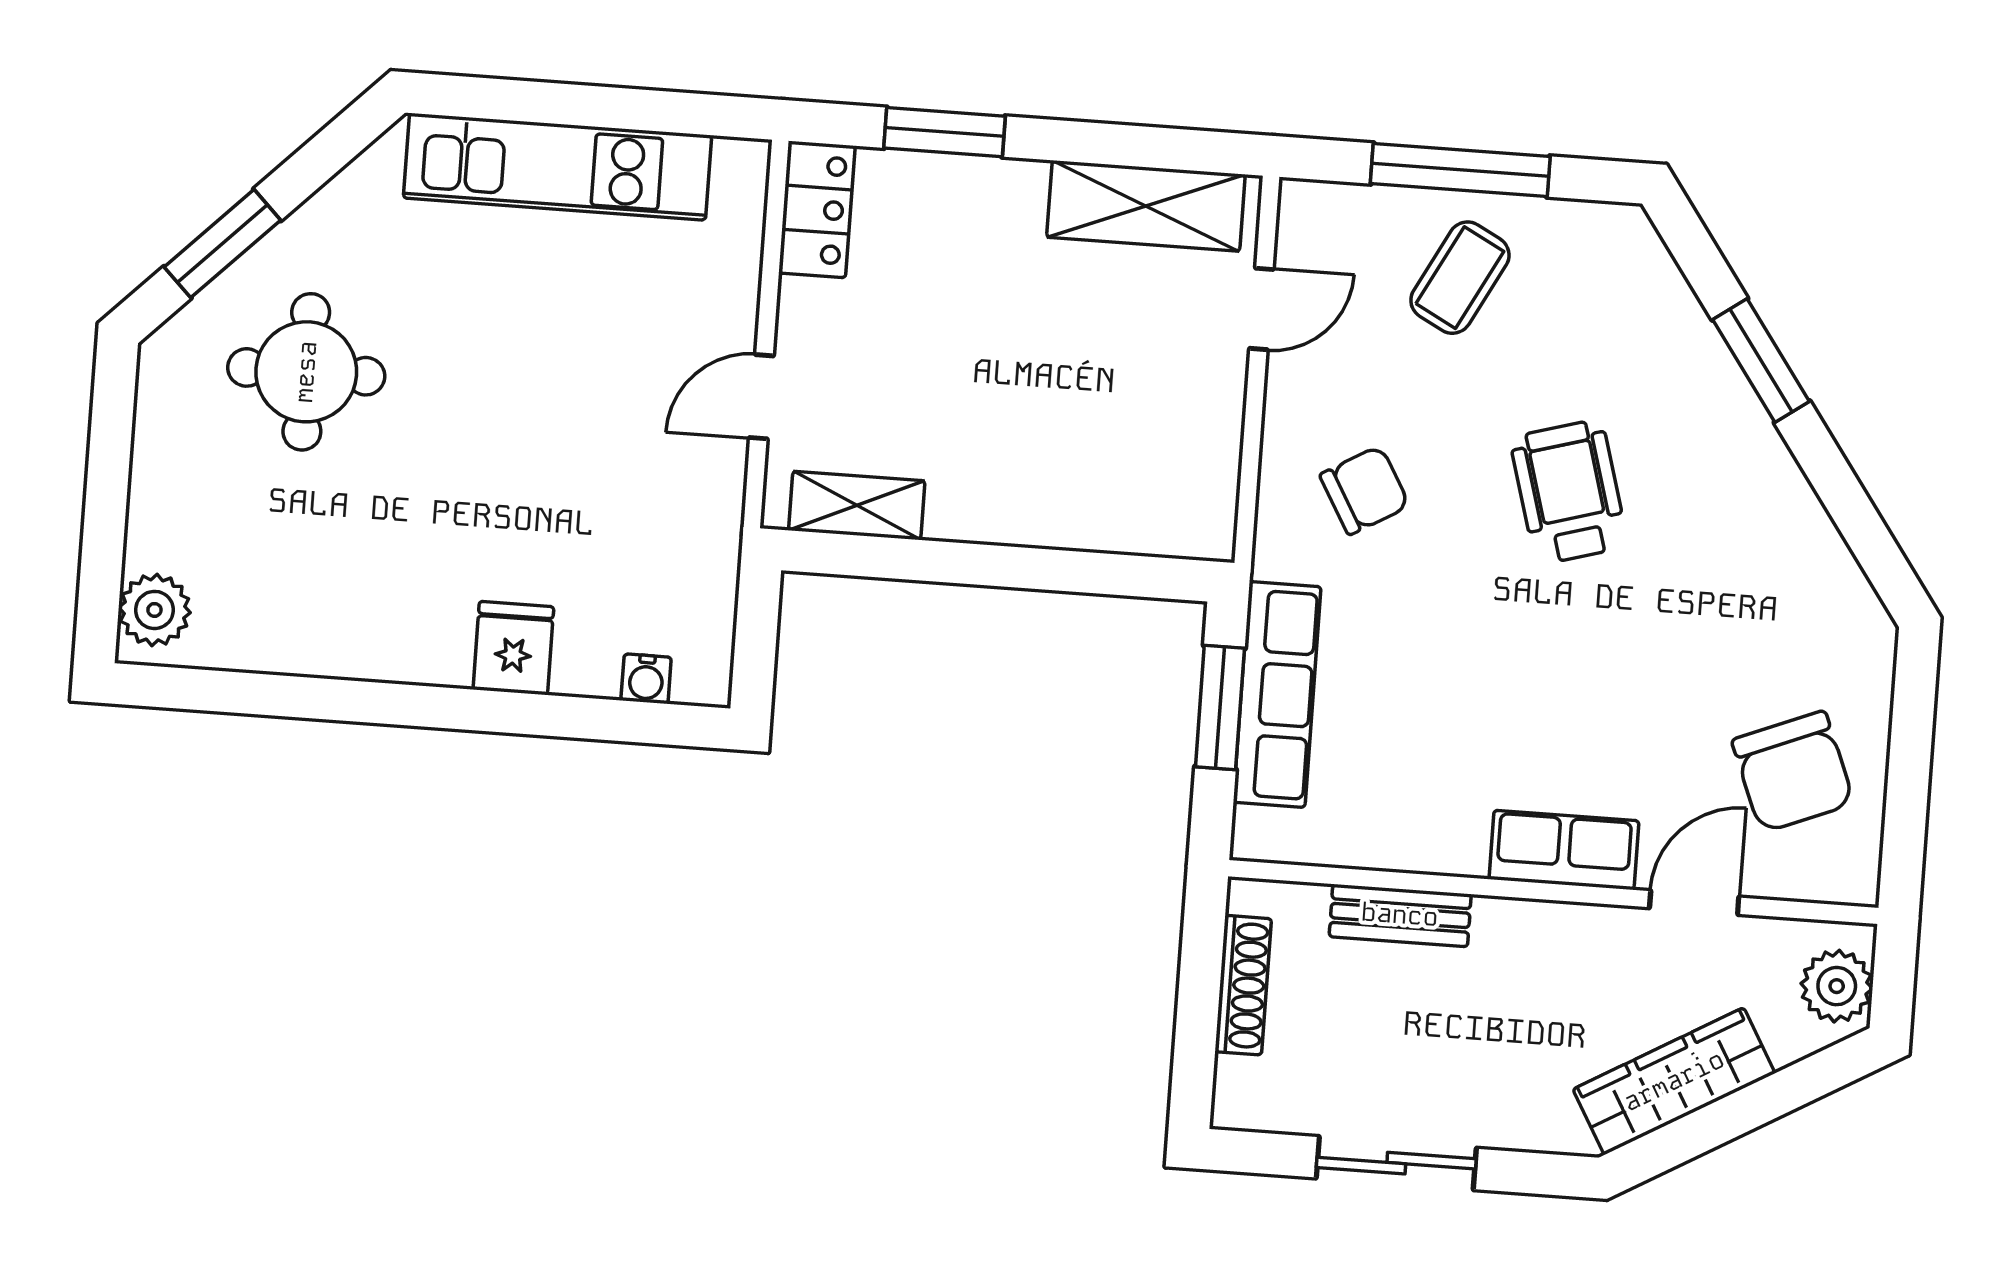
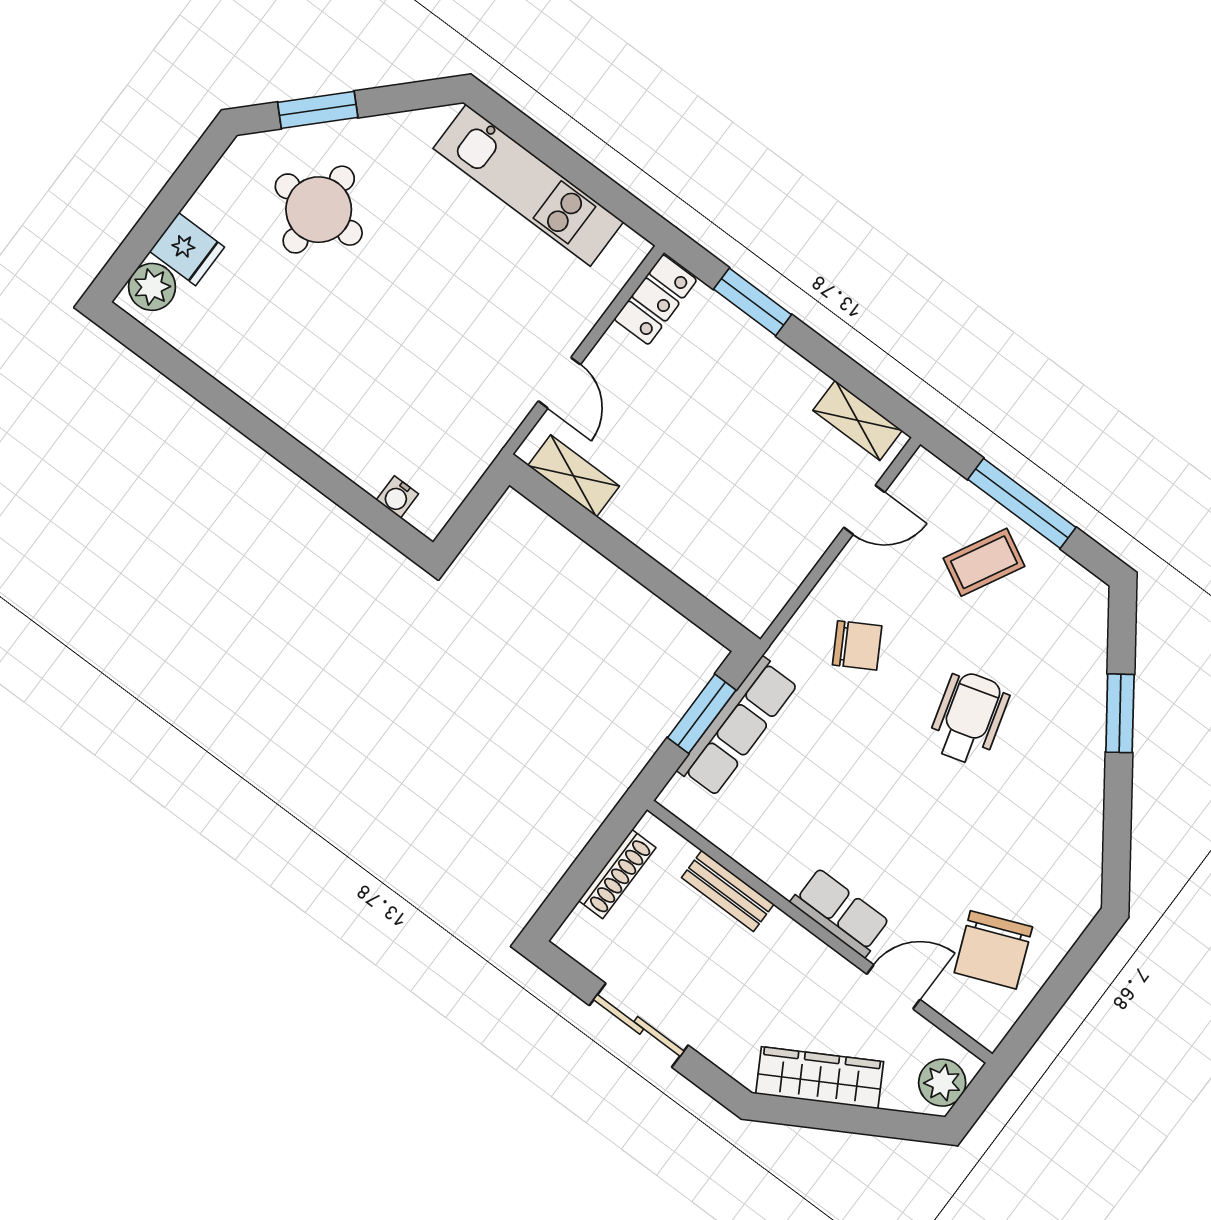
shelving: (1146, 206) -> (858, 420), width x0.67, depth x0.75
door: (761, 397) -> (559, 383), swing flipped
fridge: (513, 648) -> (187, 249), moved, turned 90

